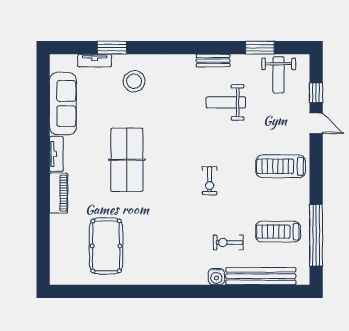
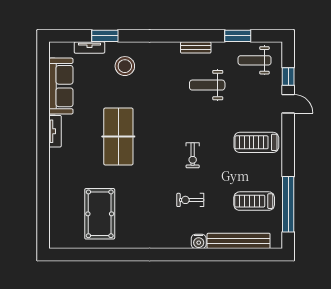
weight bench: (279, 75) -> (255, 60), turned 90
piano: (59, 193) -> (57, 166), removed
exercise bike: (228, 242) -> (190, 200), moved

